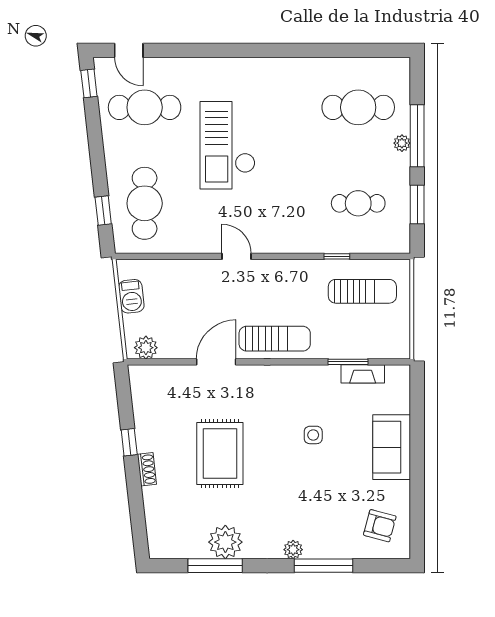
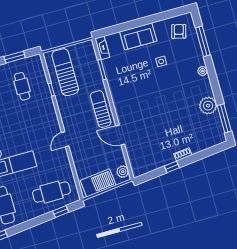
sun lounger: (362, 291) -> (65, 72), width x1.36, depth x1.34
barbecue: (131, 296) -> (98, 183), width x1.88, depth x1.53
fireplace: (363, 374) -> (102, 48), moved
side table: (313, 435) -> (161, 61), moved
rug: (220, 454) -> (165, 120), removed
window: (215, 566) -> (224, 118), moved
window: (323, 566) -> (203, 41), moved

